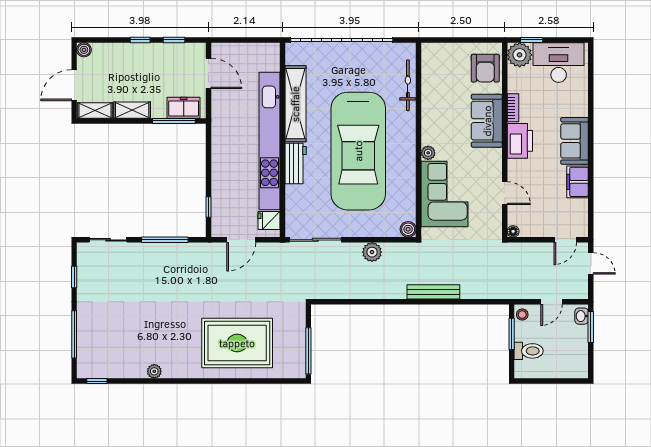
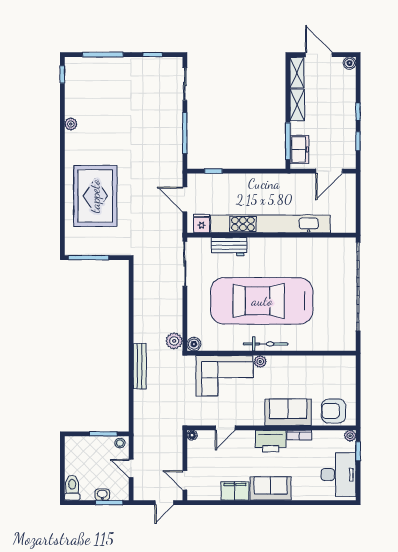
plant: (520, 55) -> (350, 436), width x0.53, depth x0.53
bicycle: (408, 85) -> (266, 344), moved
shelving: (295, 104) -> (303, 246), removed
workbench: (296, 164) -> (229, 247), moved
plant: (372, 252) -> (174, 341), moved
washbasin: (582, 316) -> (102, 495), moved
toilet: (529, 351) -> (72, 488), moved, turned 180

